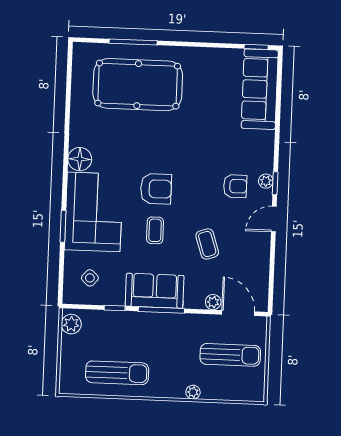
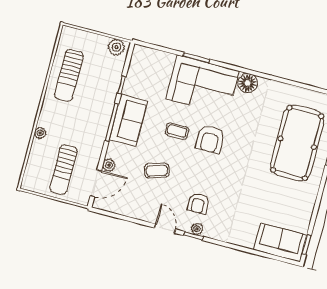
sofa: (260, 89) -> (280, 242), width x0.73
side table: (90, 278) -> (150, 70), removed

